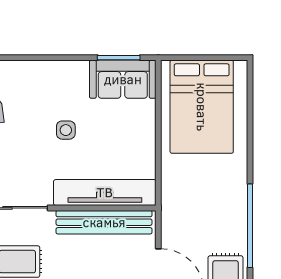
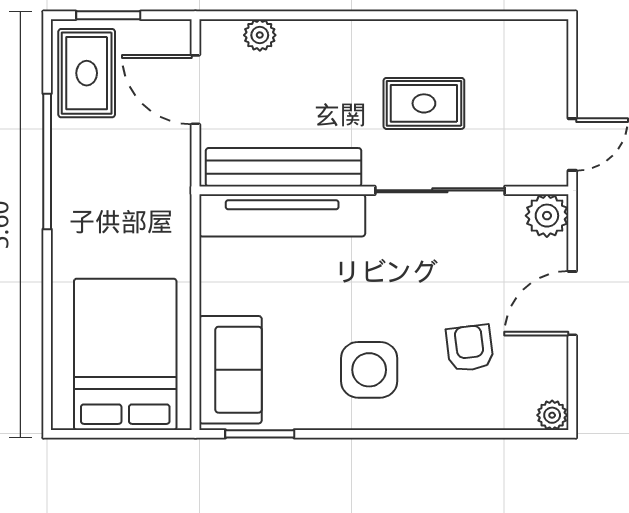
sofa: (123, 79) -> (230, 370), moved, turned 90
side table: (66, 130) -> (369, 370), moved, width x1.87, depth x1.87

